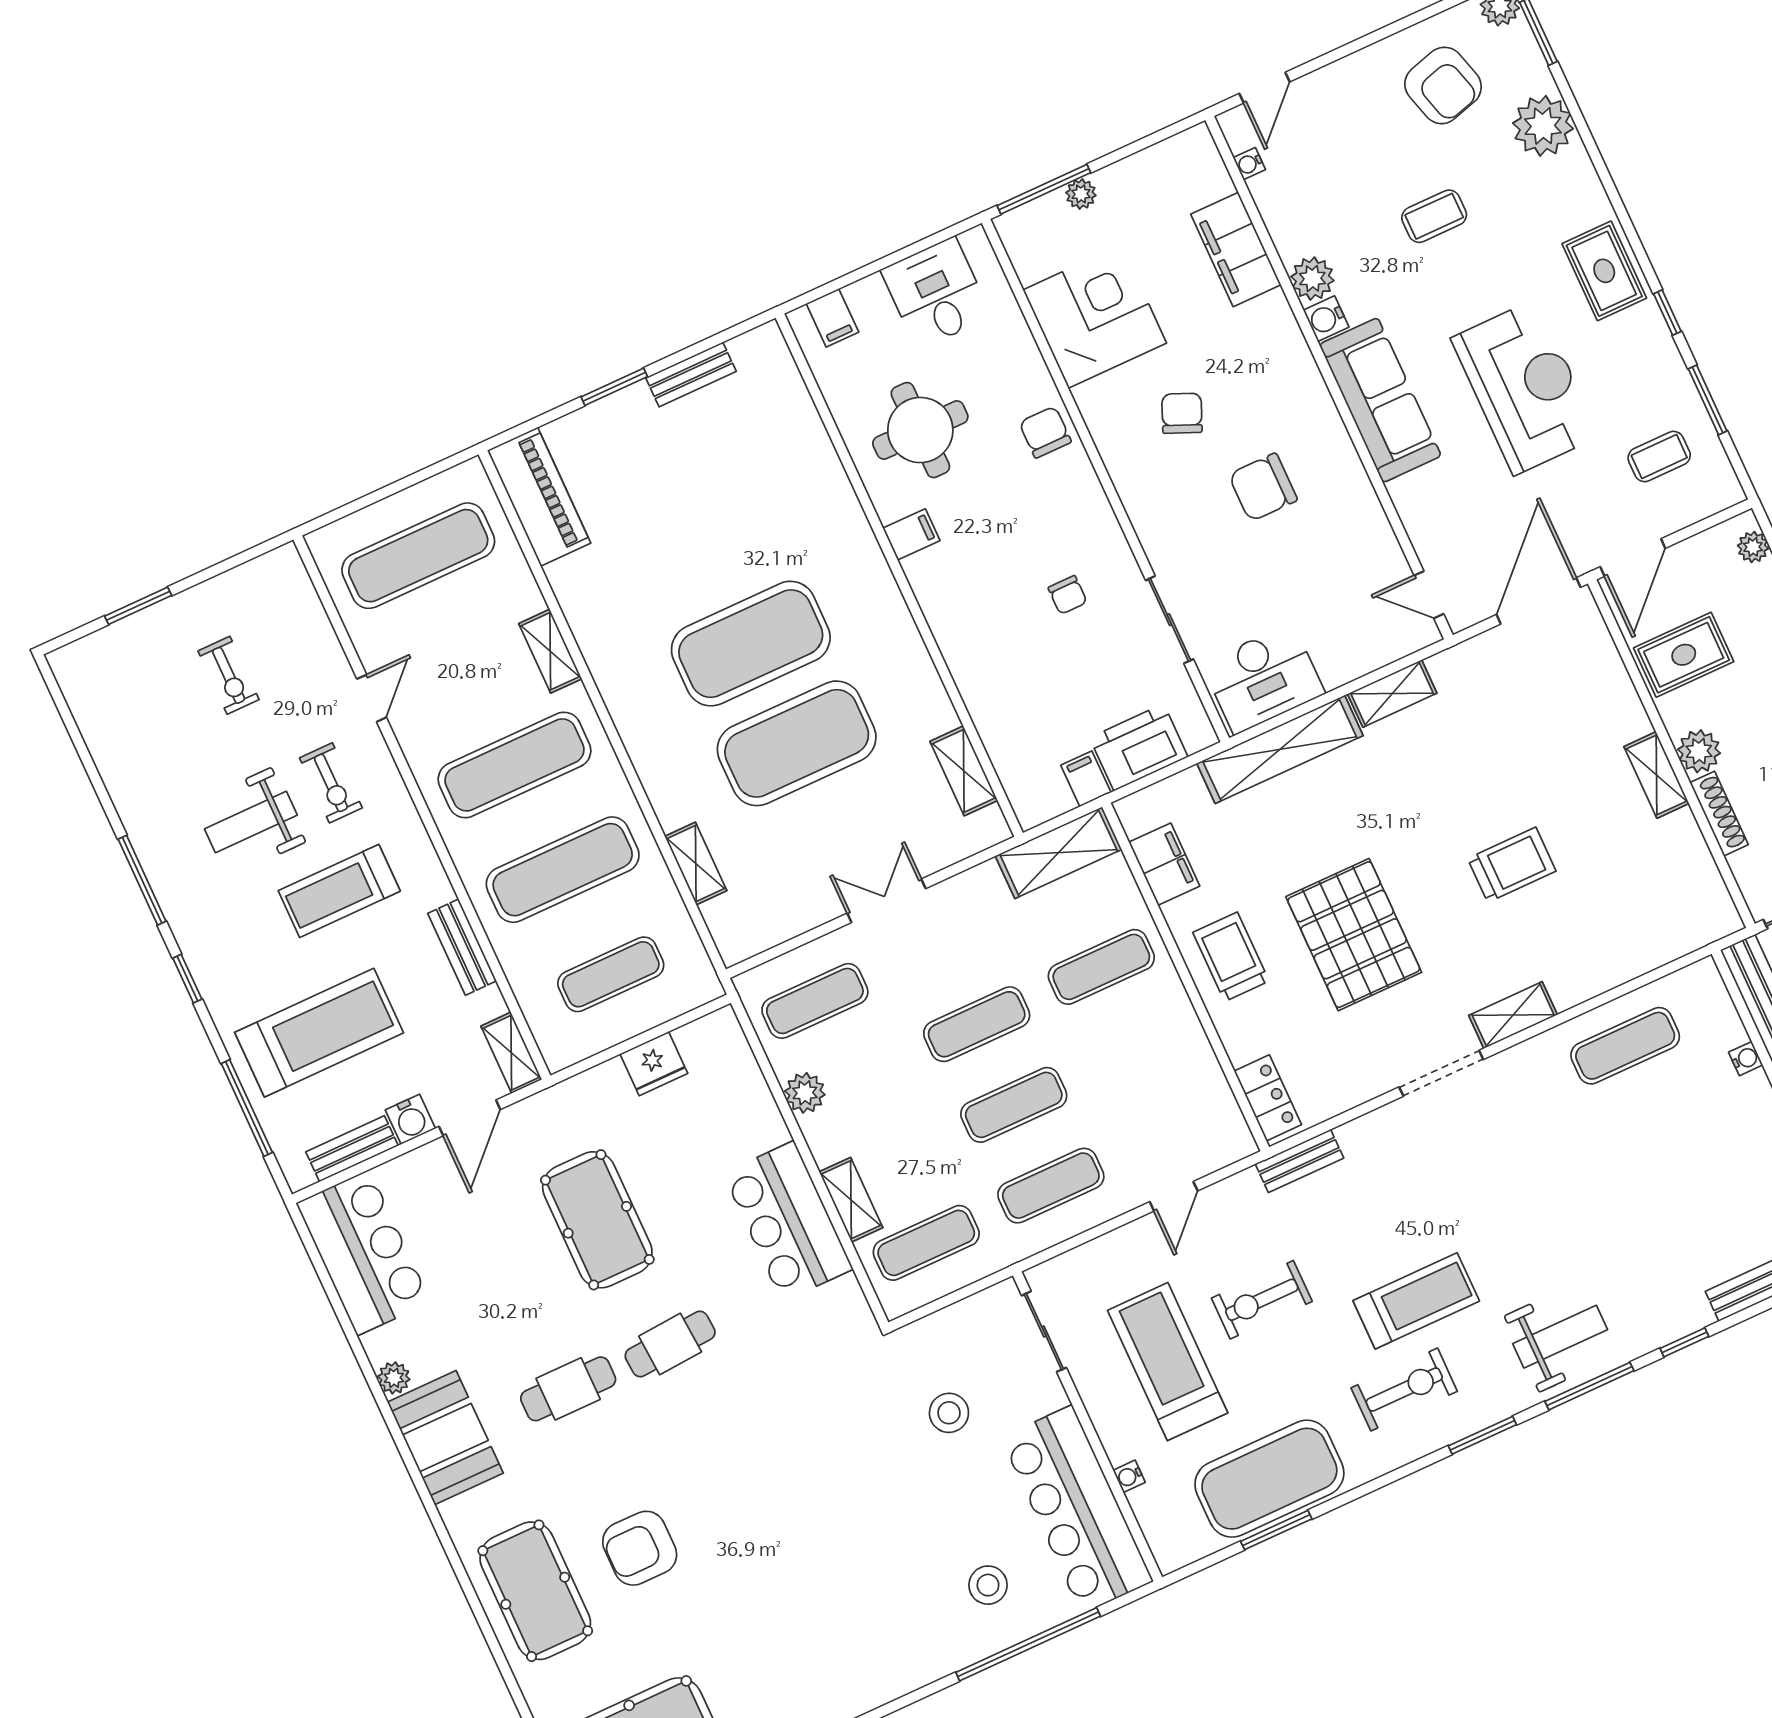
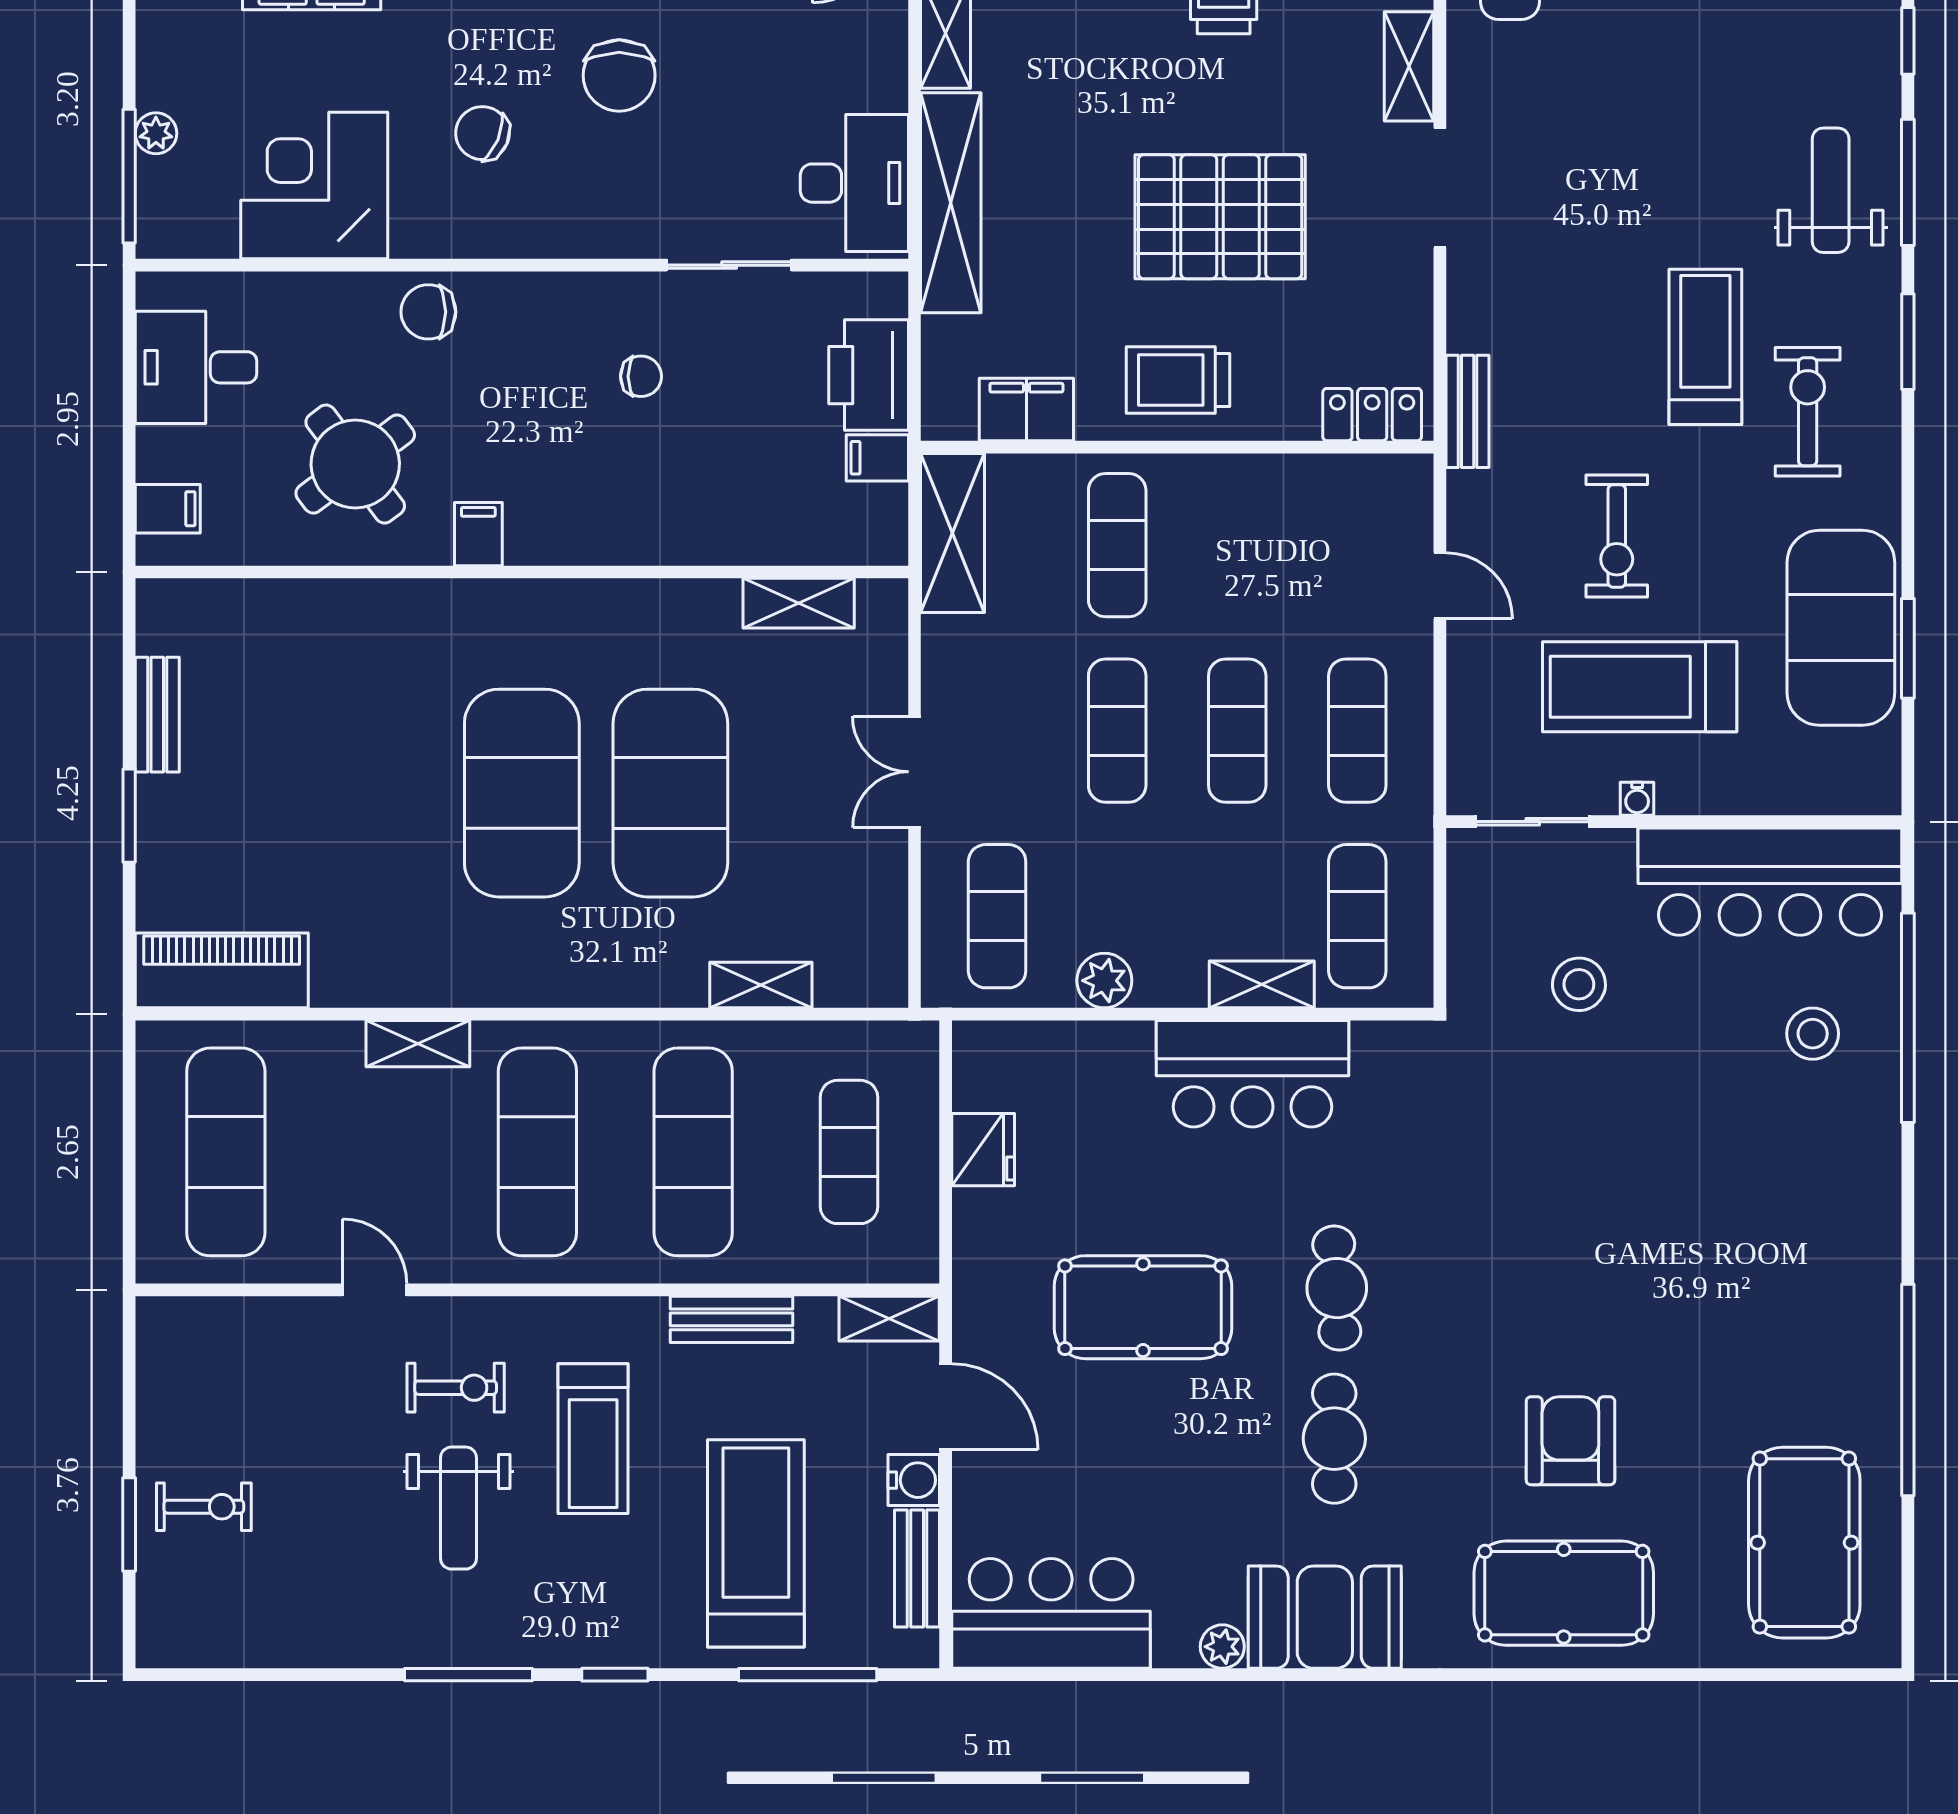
round table: (920, 430) -> (355, 464), turned -37
exercise bike: (229, 675) -> (204, 1507), moved
water cooler: (1129, 1476) -> (1637, 799), moved
armchair: (640, 1548) -> (1570, 1441), turned 180

